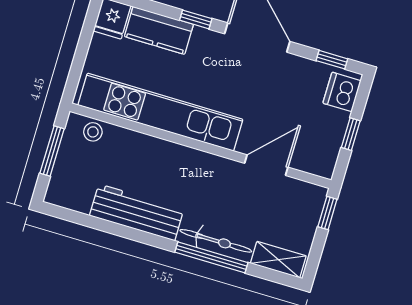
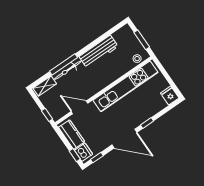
kitchen counter: (159, 30) -> (72, 135), moved, turned 90
window: (351, 134) -> (75, 155), moved
door: (266, 165) -> (79, 107), swing flipped

